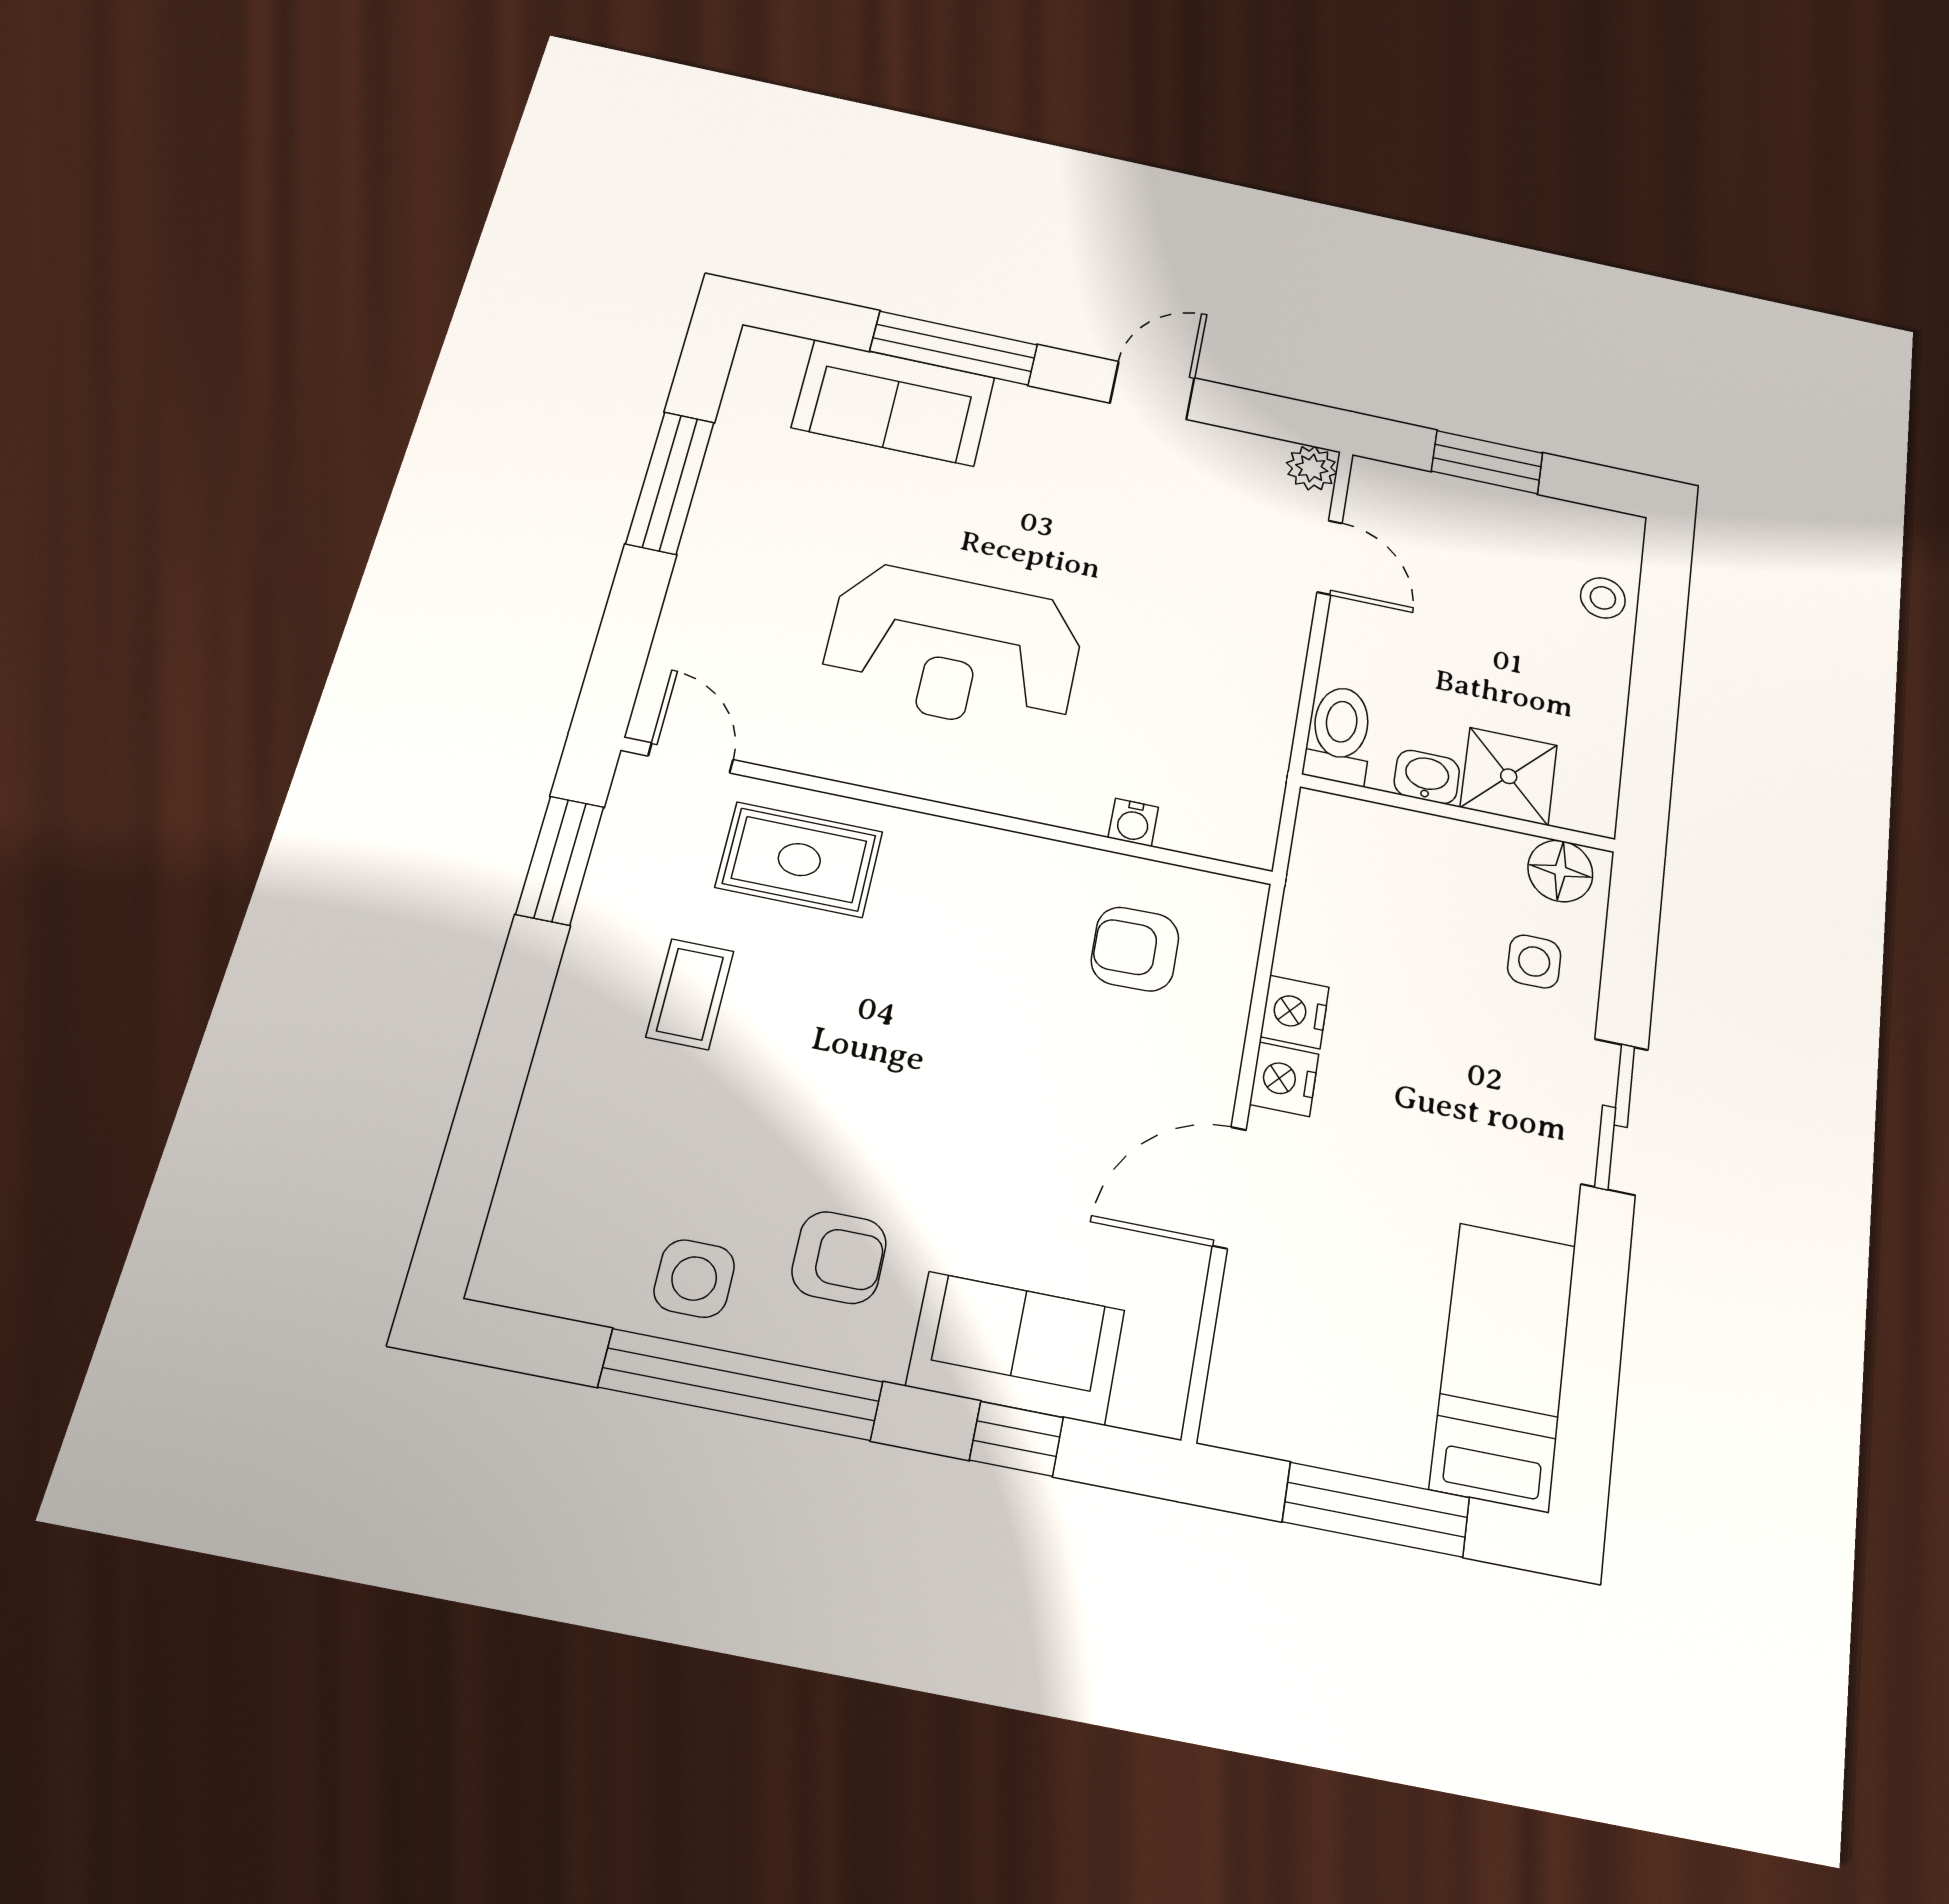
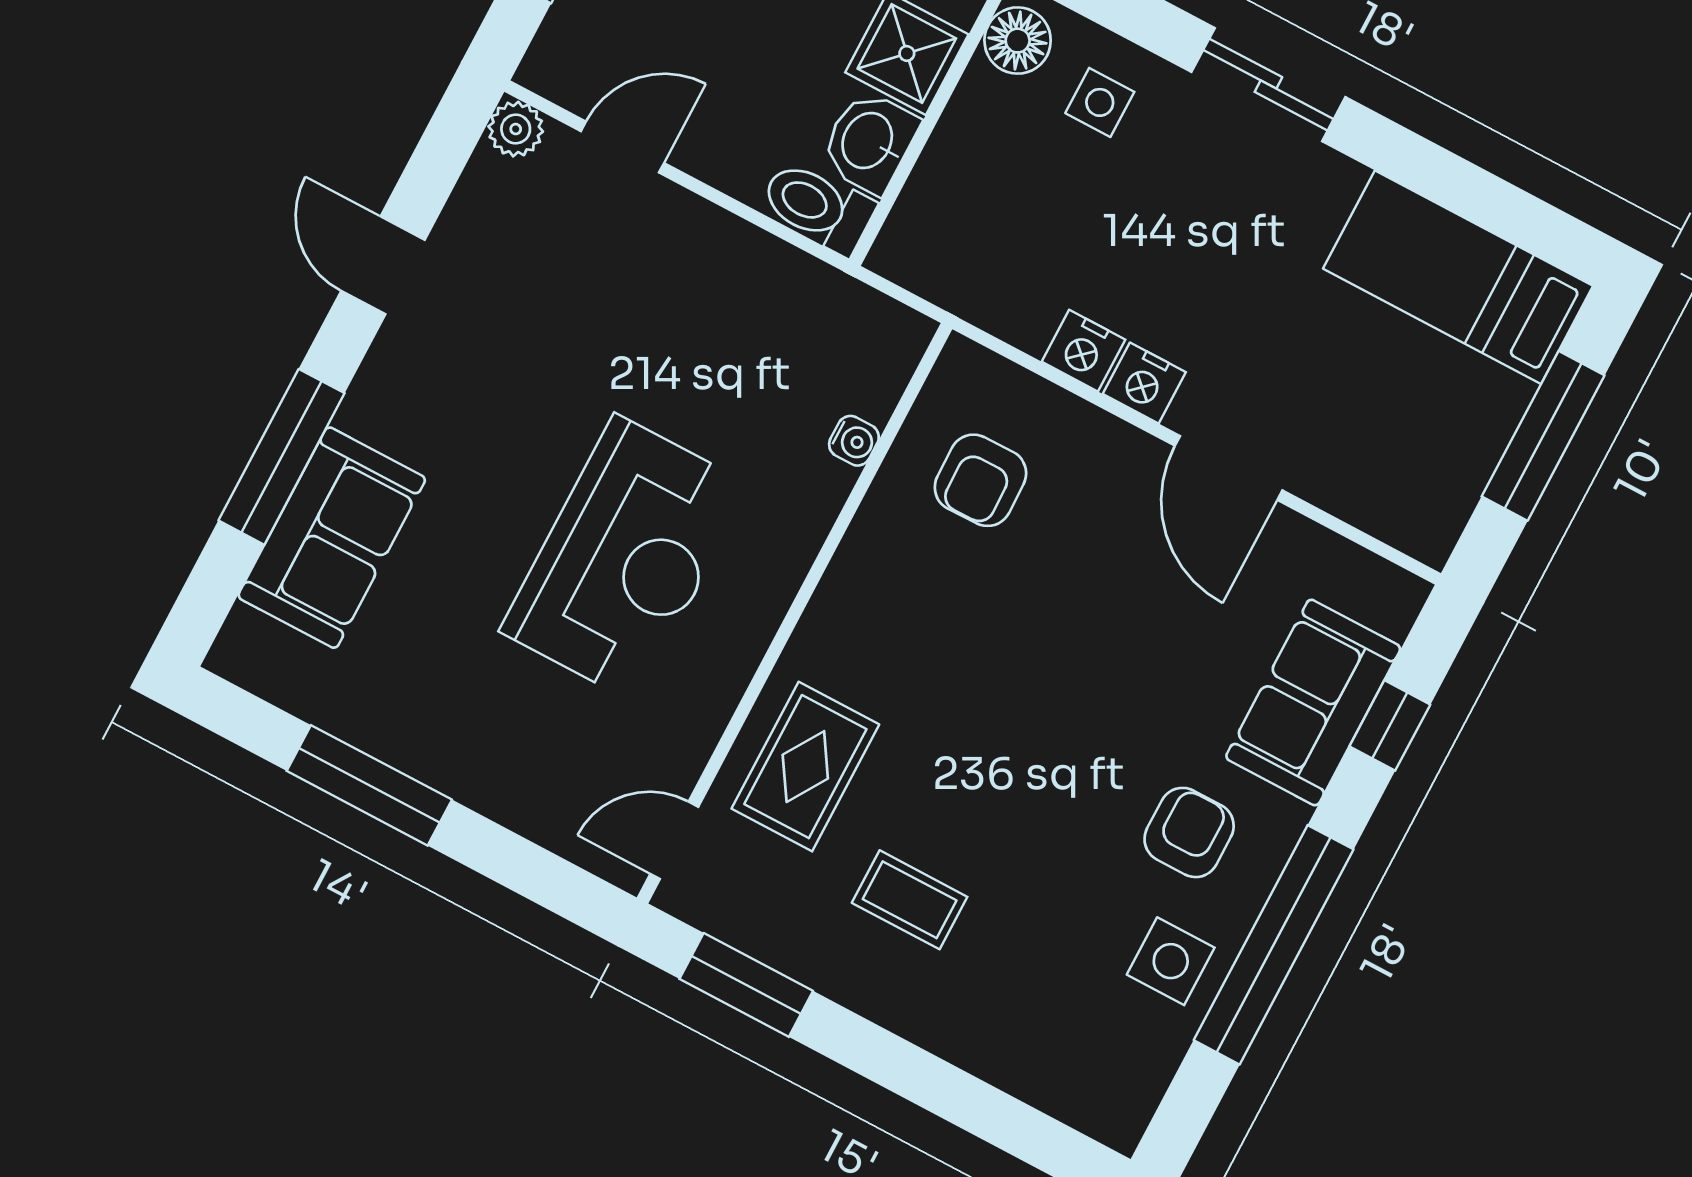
washbasin: (1427, 777) -> (869, 142), width x1.38, depth x1.45

